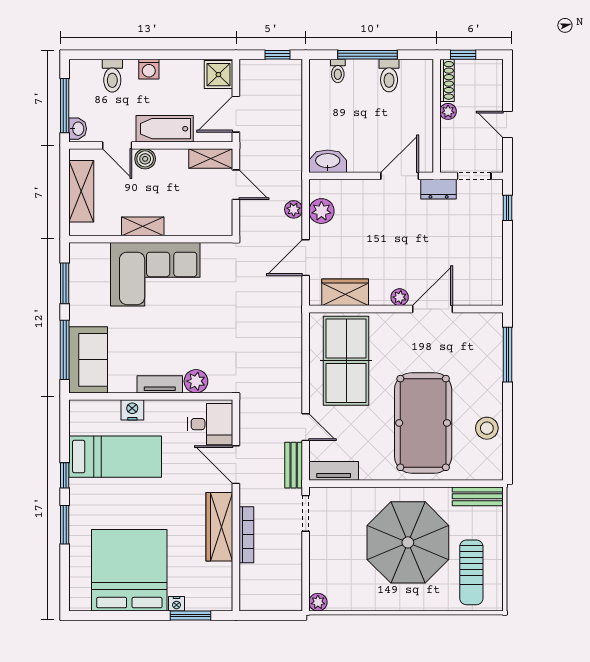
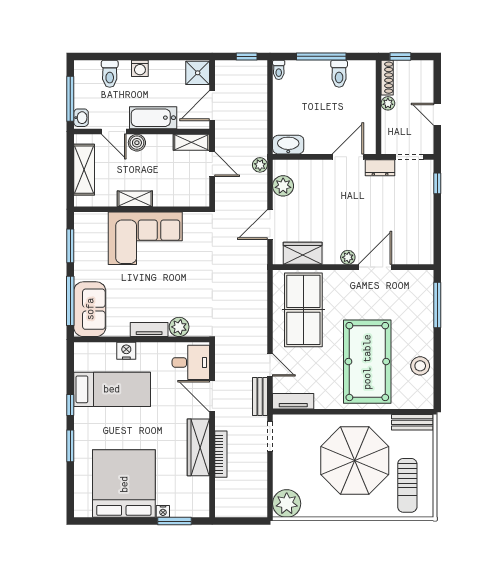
toilet: (338, 71) -> (279, 70), moved
plant: (294, 209) -> (260, 165), moved
plant: (318, 602) -> (287, 504), width x1.88, depth x1.88

